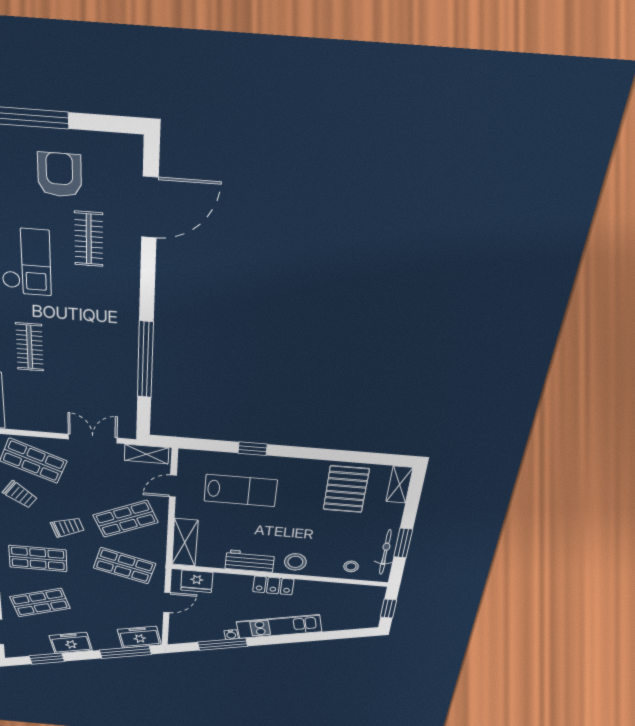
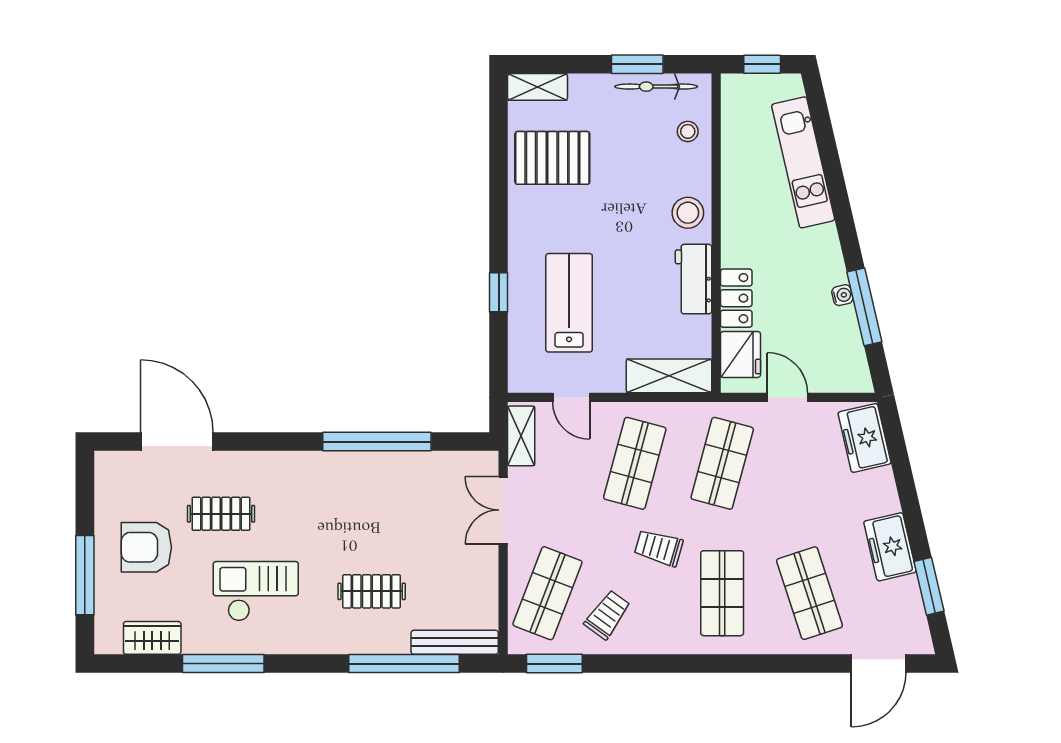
shop shelf: (125, 519) -> (635, 463), turned 39
trolley: (67, 527) -> (659, 548), turned -54
locker: (273, 585) -> (736, 298), moved
kitchen unit: (279, 627) -> (803, 162), moved
window: (125, 652) -> (900, 459), removed

